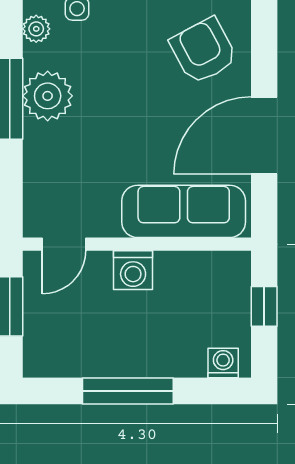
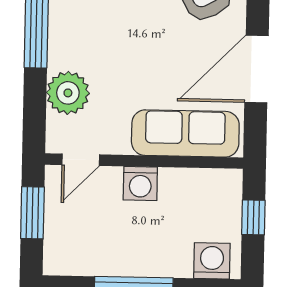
plant: (48, 96) -> (68, 93), moved
washing machine: (223, 363) -> (212, 261), width x1.38, depth x1.38

